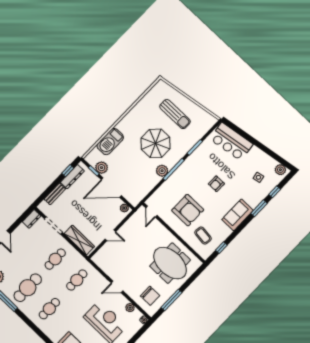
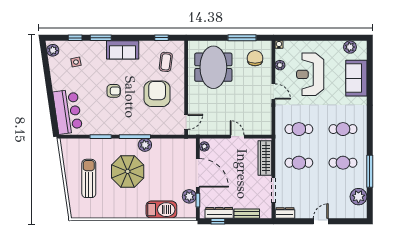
cafe table: (28, 288) -> (343, 163), width x0.73, depth x0.74

